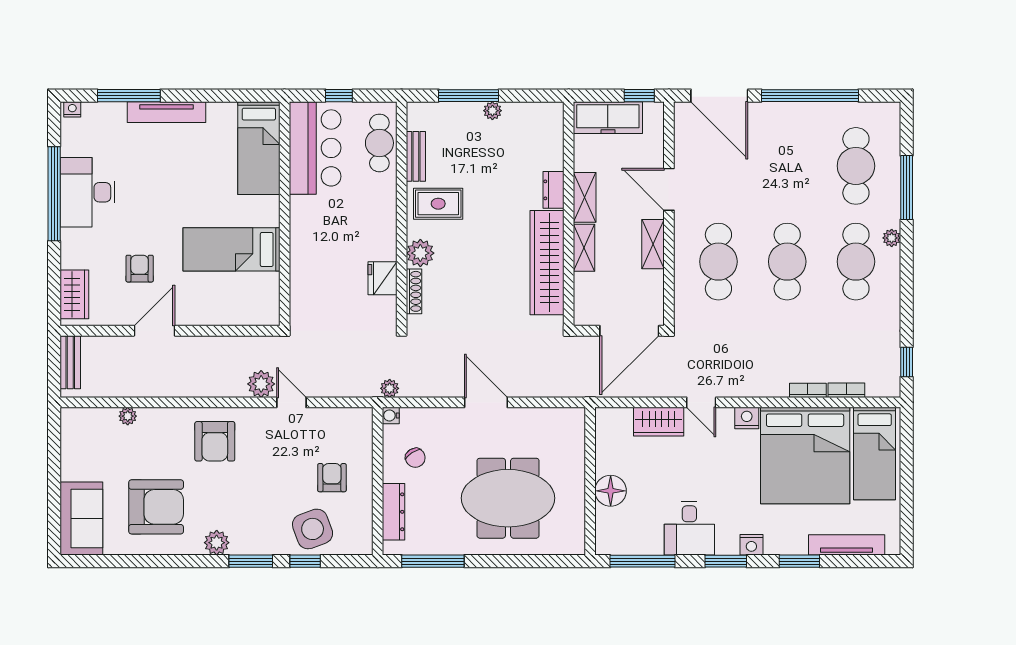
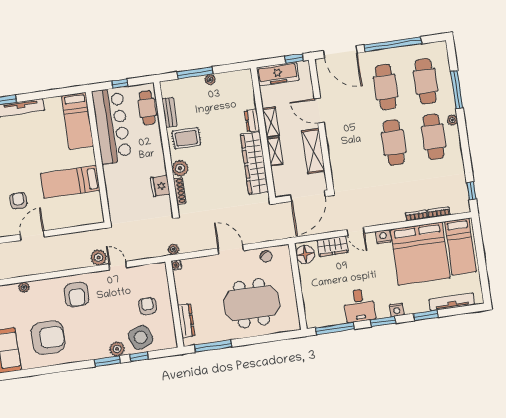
bar counter: (315, 148) -> (112, 126), width x1.36
shelving: (653, 244) -> (313, 151), width x1.50, depth x1.33
cafe table: (718, 262) -> (386, 87), moved
chair: (415, 458) -> (266, 256), moved
floor lamp: (611, 491) -> (305, 254), moved
plant: (217, 543) -> (117, 349), moved

